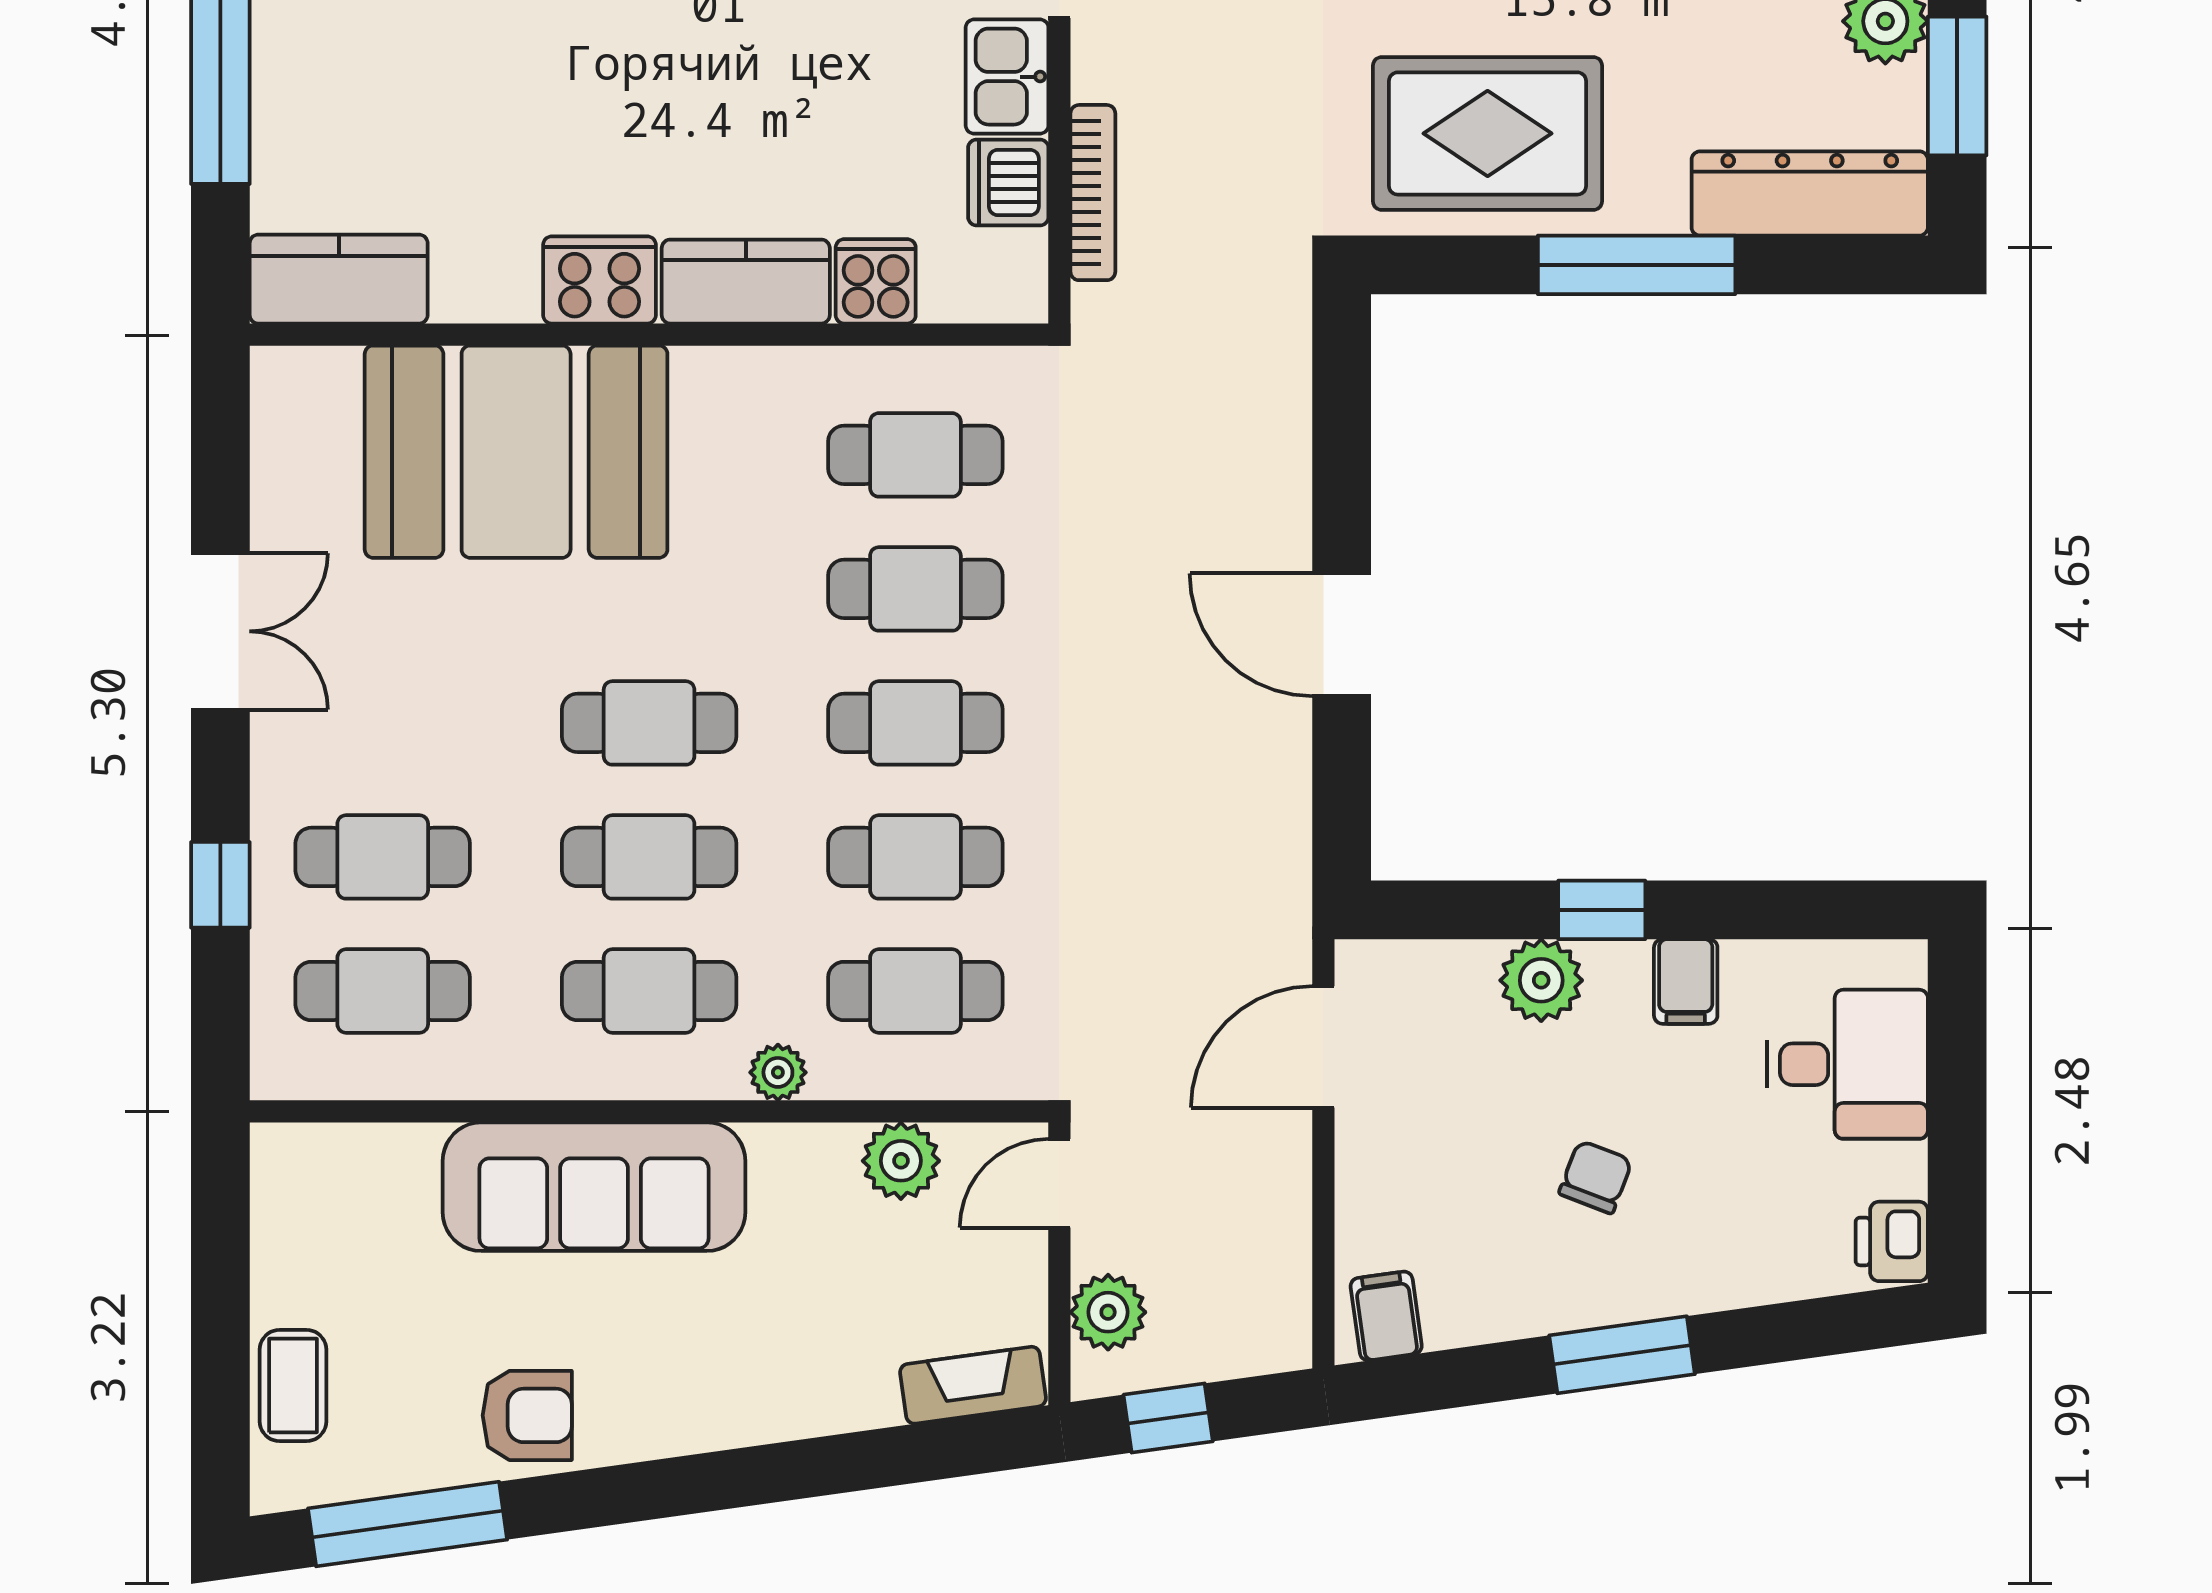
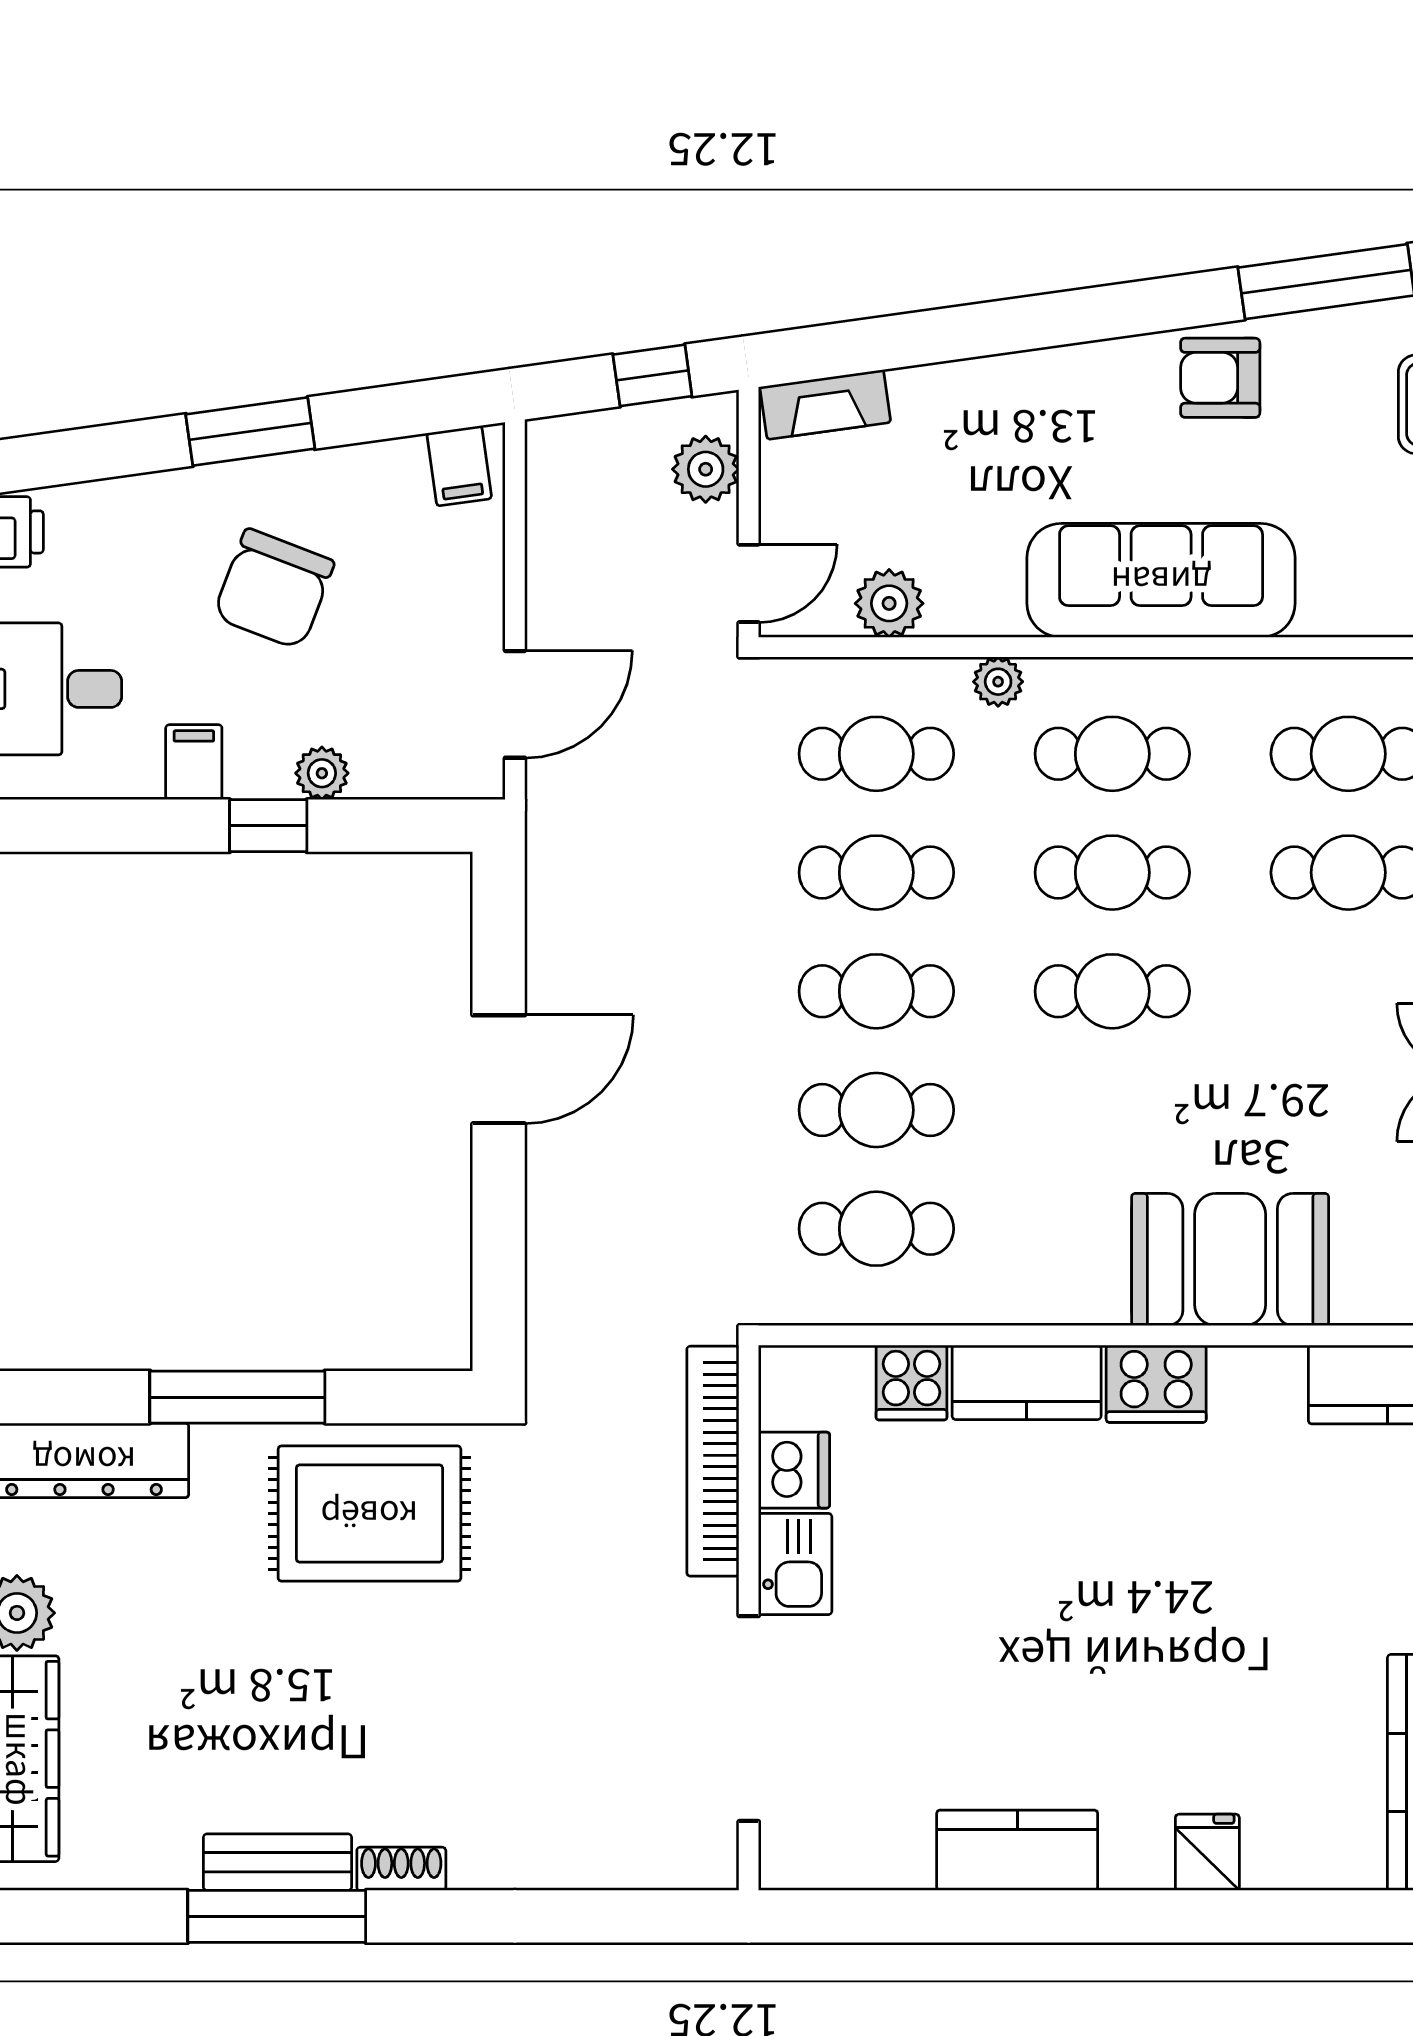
bookcase: (1093, 193) -> (713, 1461), width x1.48, depth x1.31
booth: (516, 452) -> (1230, 1260), width x0.73, depth x0.70
door: (1342, 635) -> (499, 1069), hinge flipped
plant: (1541, 980) -> (322, 773), width x0.73, depth x0.73
chair: (1596, 1177) -> (274, 589), width x1.87, depth x1.87

